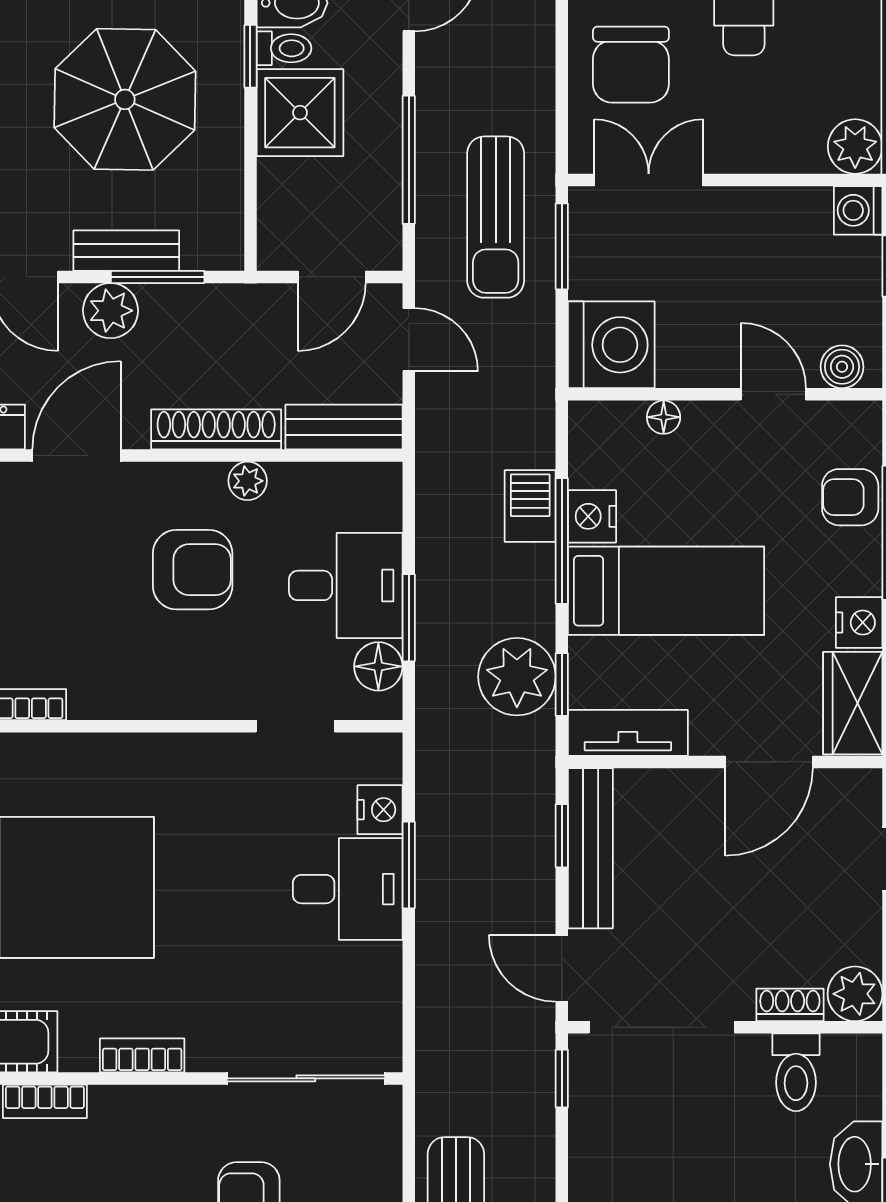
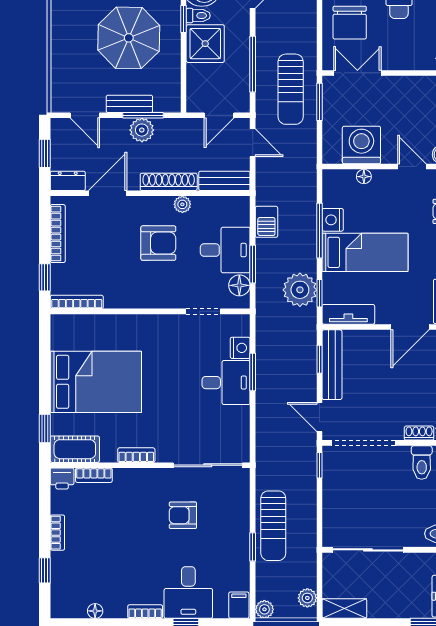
plant: (110, 311) -> (142, 130), moved
washing machine: (611, 345) -> (361, 145), moved, turned -90
barbecue: (530, 506) -> (266, 222), moved, turned 180

